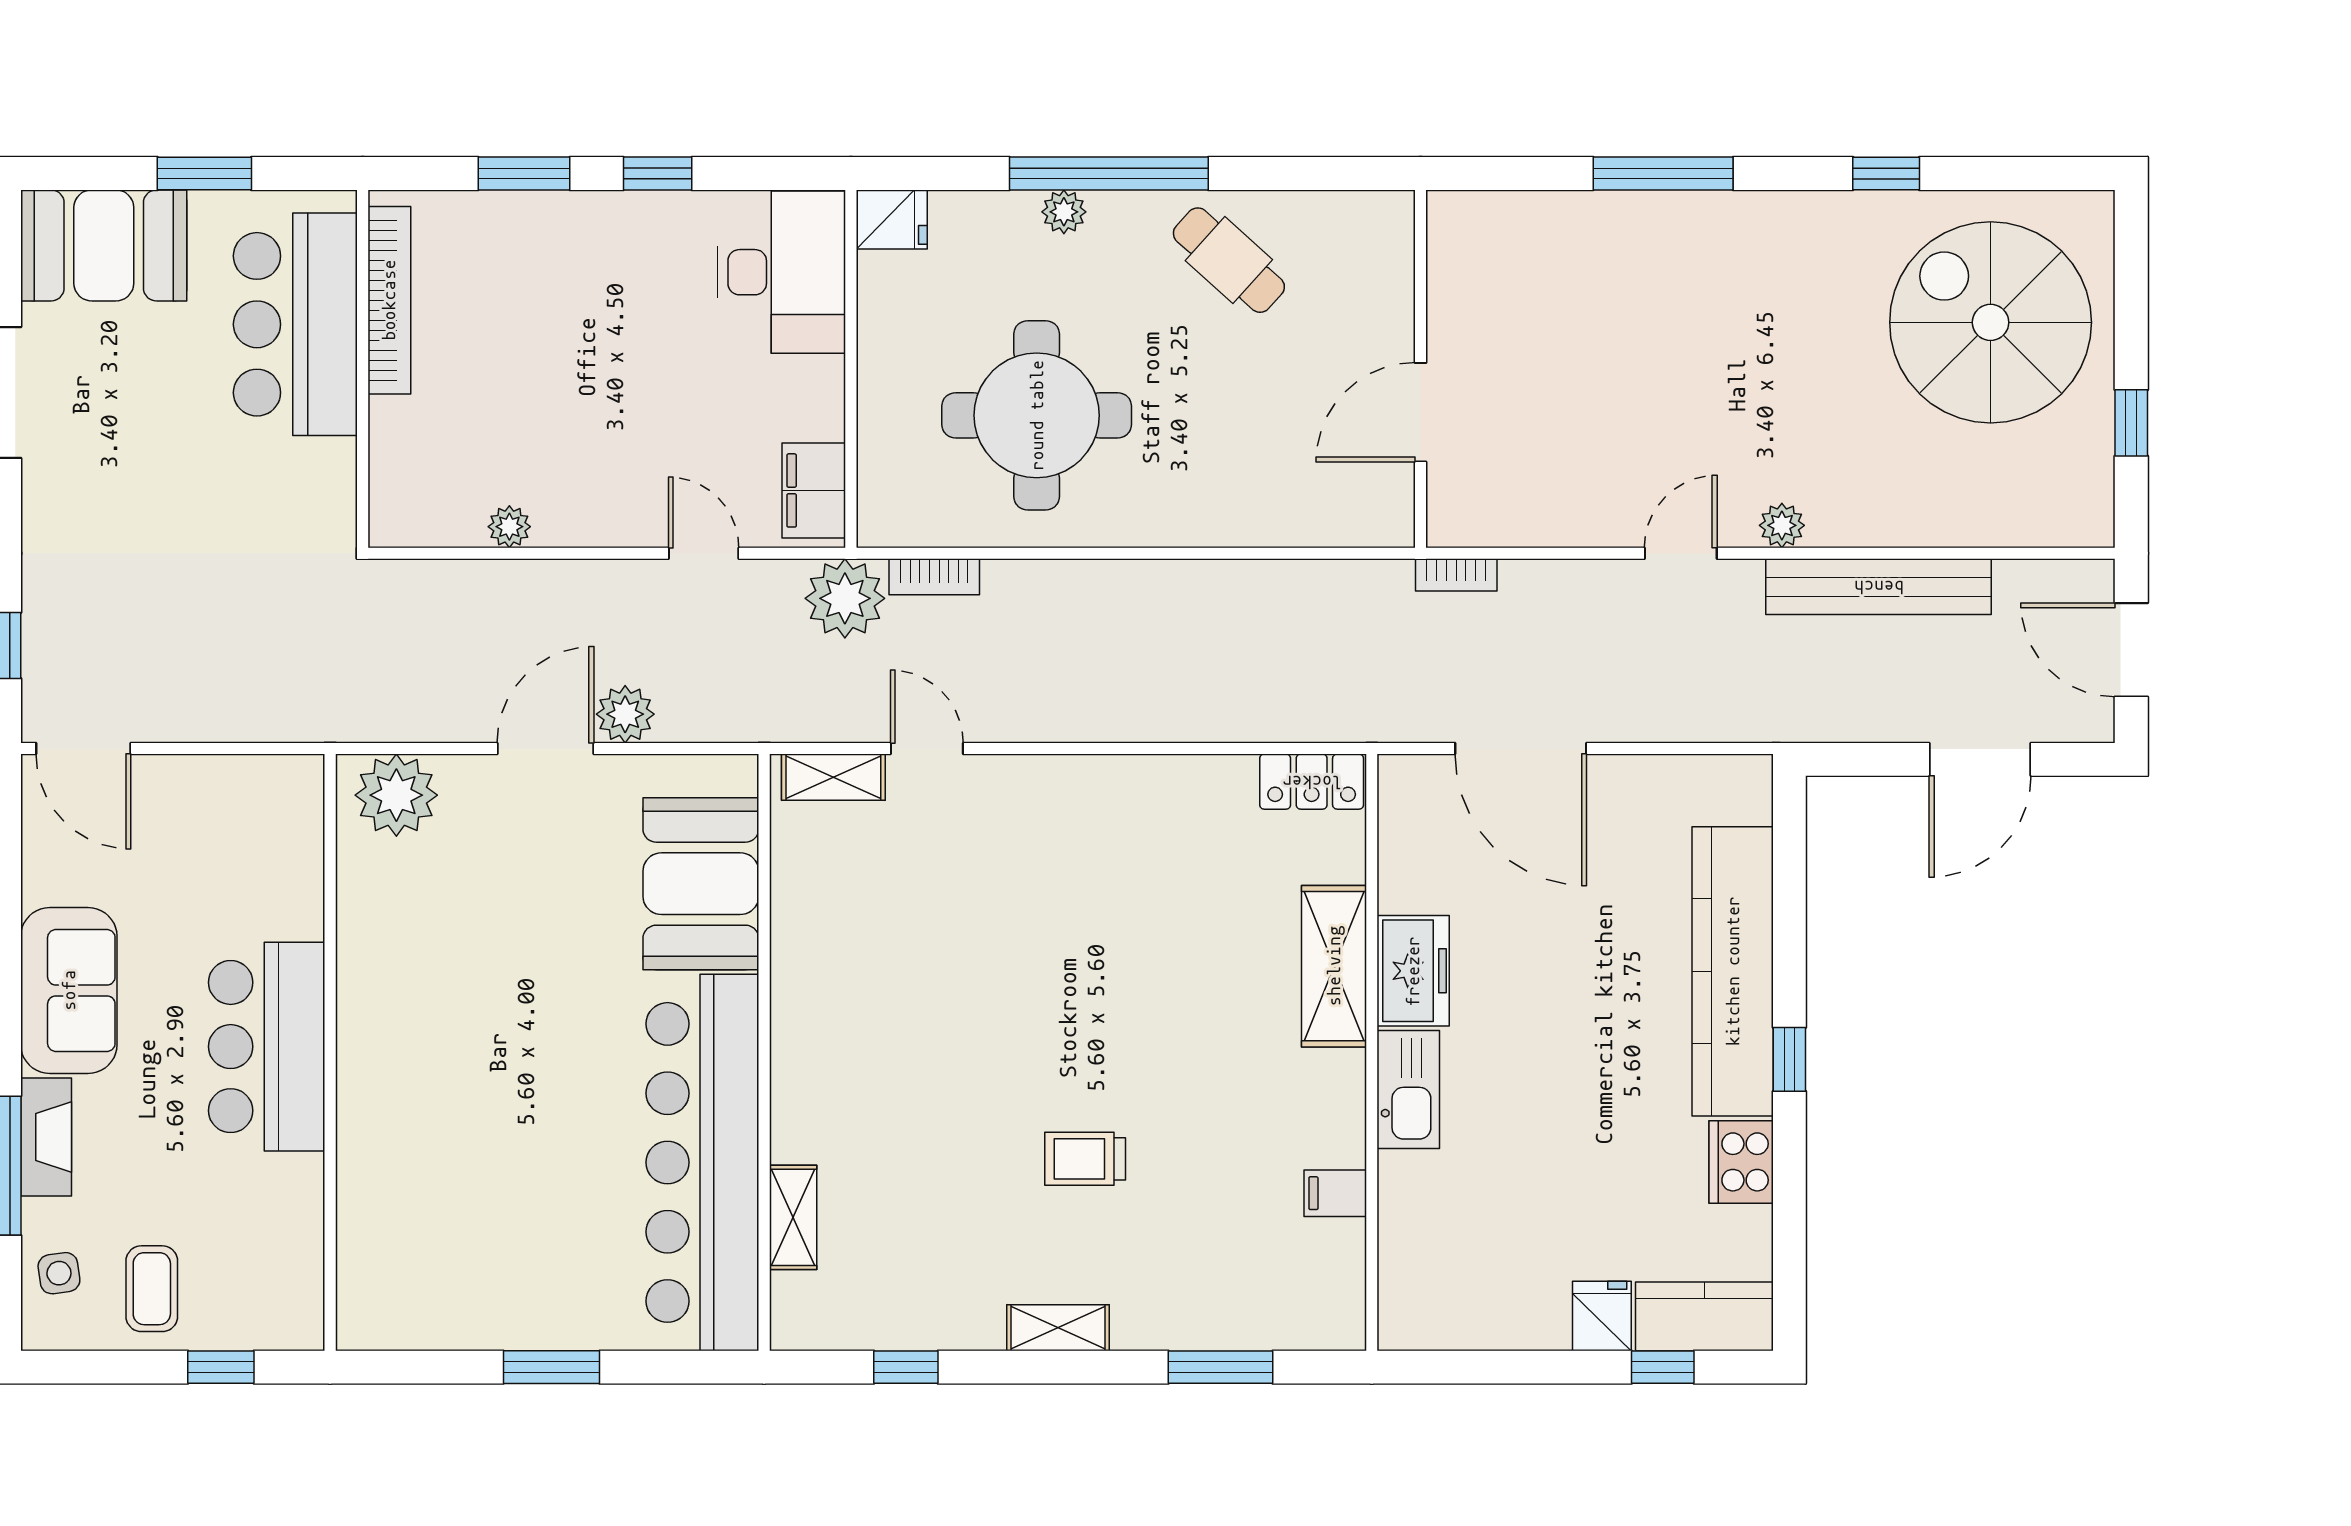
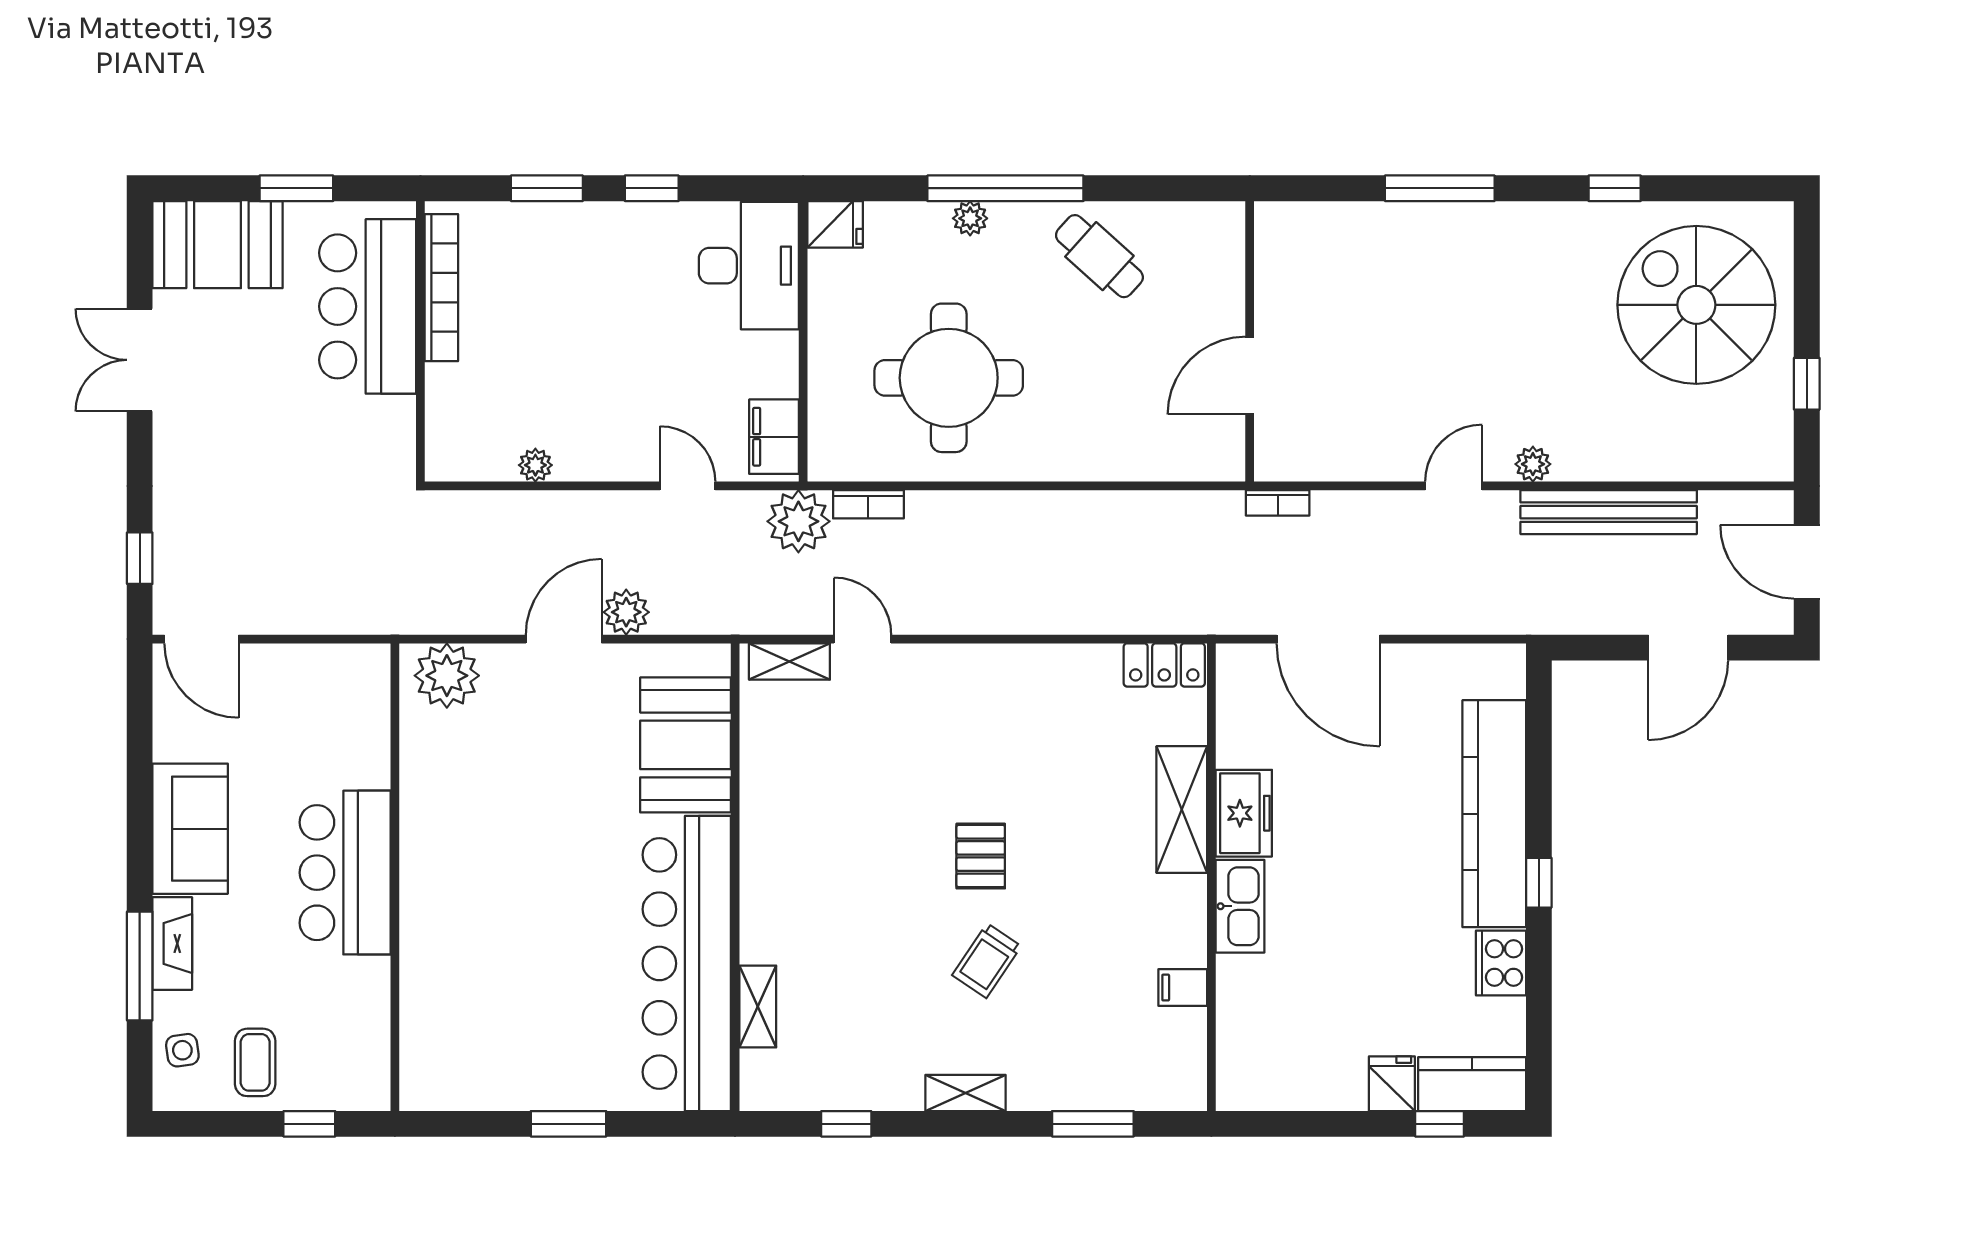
pallet: (1077, 1025) -> (981, 856), added
trolley: (1085, 1159) -> (987, 961), turned -56

